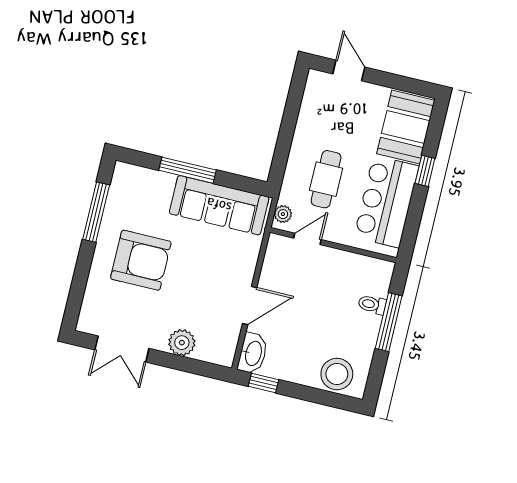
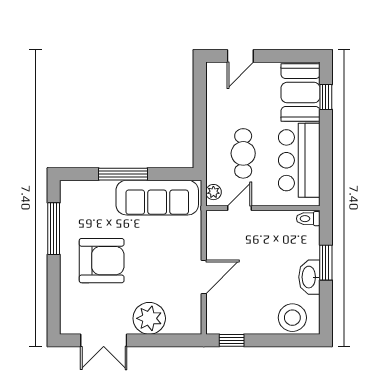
door: (349, 71) -> (240, 56), swing flipped
window: (425, 171) -> (326, 97), moved
toilet: (372, 305) -> (308, 219), moved
window: (389, 322) -> (326, 263), width x0.69
plant: (182, 343) -> (149, 318), width x1.36, depth x1.36
washbasin: (253, 353) -> (309, 277), moved, turned 180

